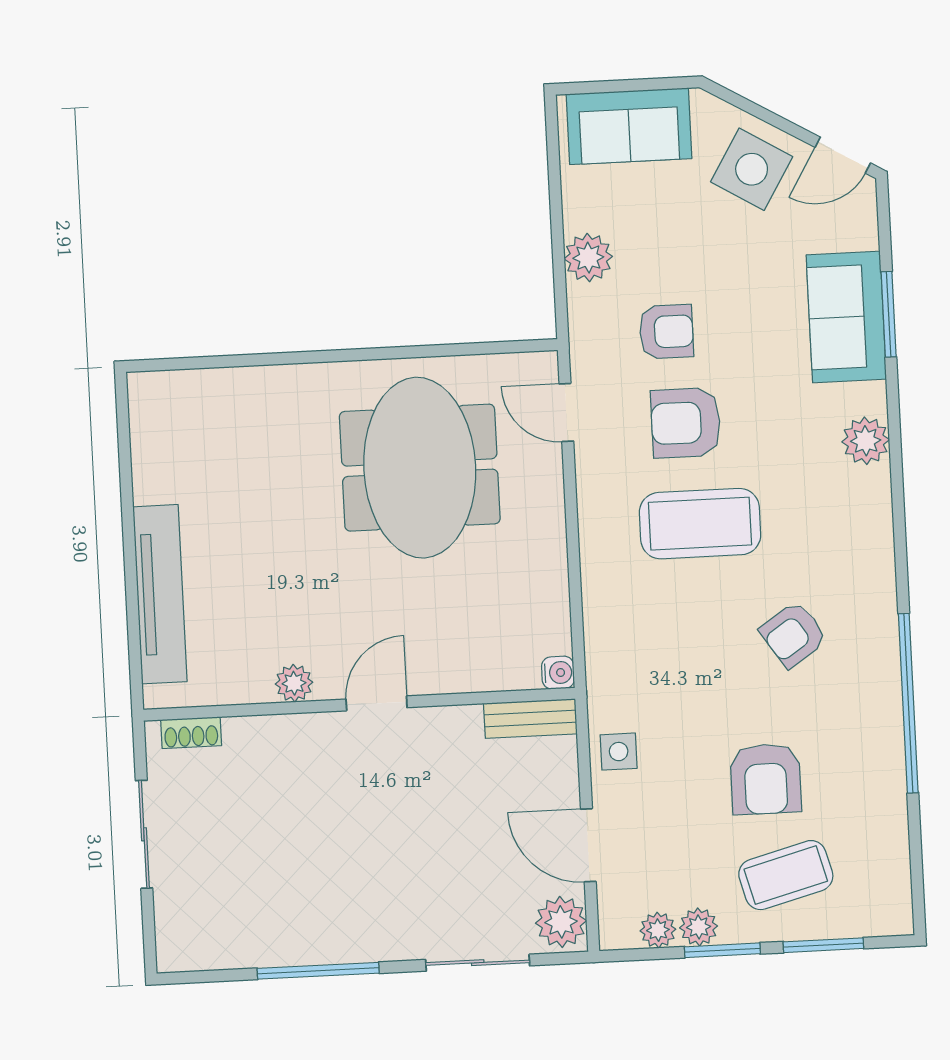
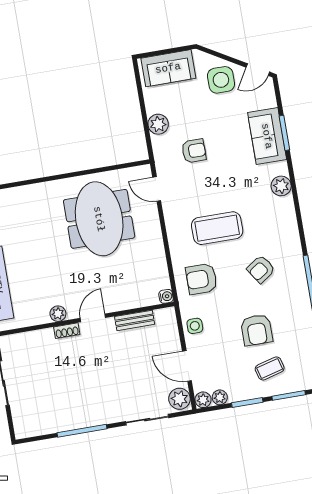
side table: (752, 169) -> (221, 80), turned -31
armchair: (686, 423) -> (201, 279), moved
bench: (530, 719) -> (135, 320), moved
shoe rack: (191, 733) -> (67, 331), moved
coffee table: (786, 875) -> (270, 368), width x0.73, depth x0.77
plant: (699, 927) -> (203, 400), moved

